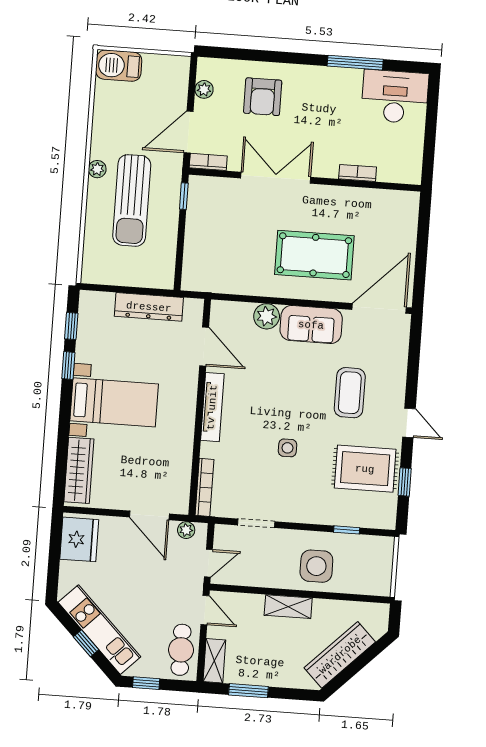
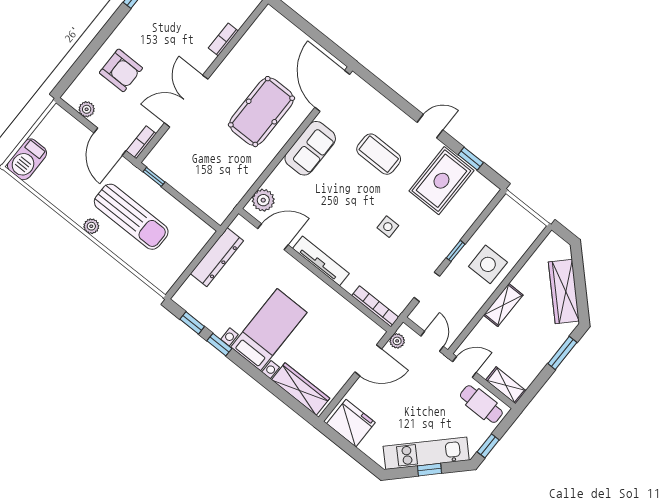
plant: (267, 316) -> (263, 200), moved
window: (347, 530) -> (456, 251), moved
window: (248, 691) -> (562, 353), moved

